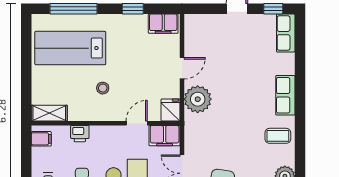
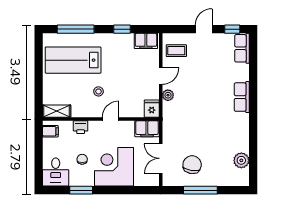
plant: (198, 99) -> (168, 95), width x0.53, depth x0.53
door: (137, 123) -> (111, 119), moved
coffee table: (278, 136) -> (176, 51), moved

